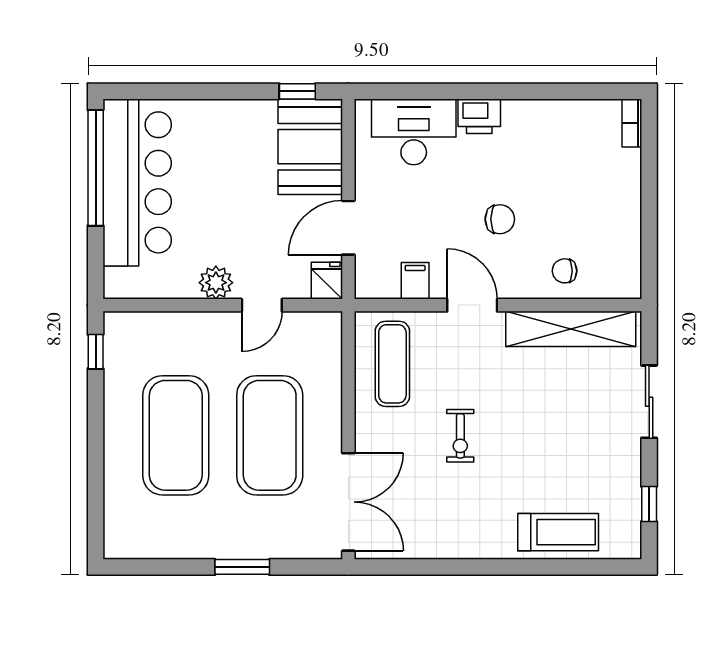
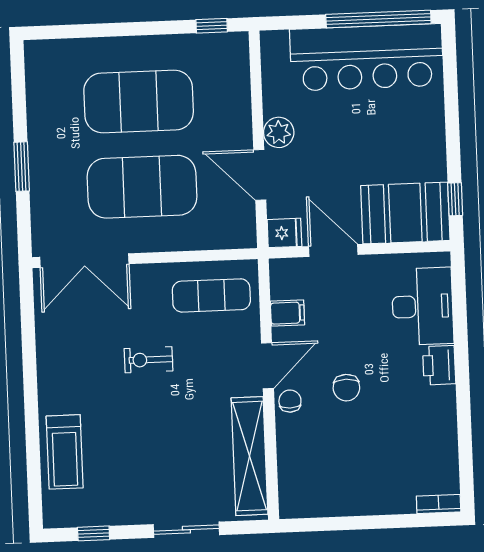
chair: (565, 271) -> (290, 401), moved
door: (262, 305) -> (260, 175), width x1.38

